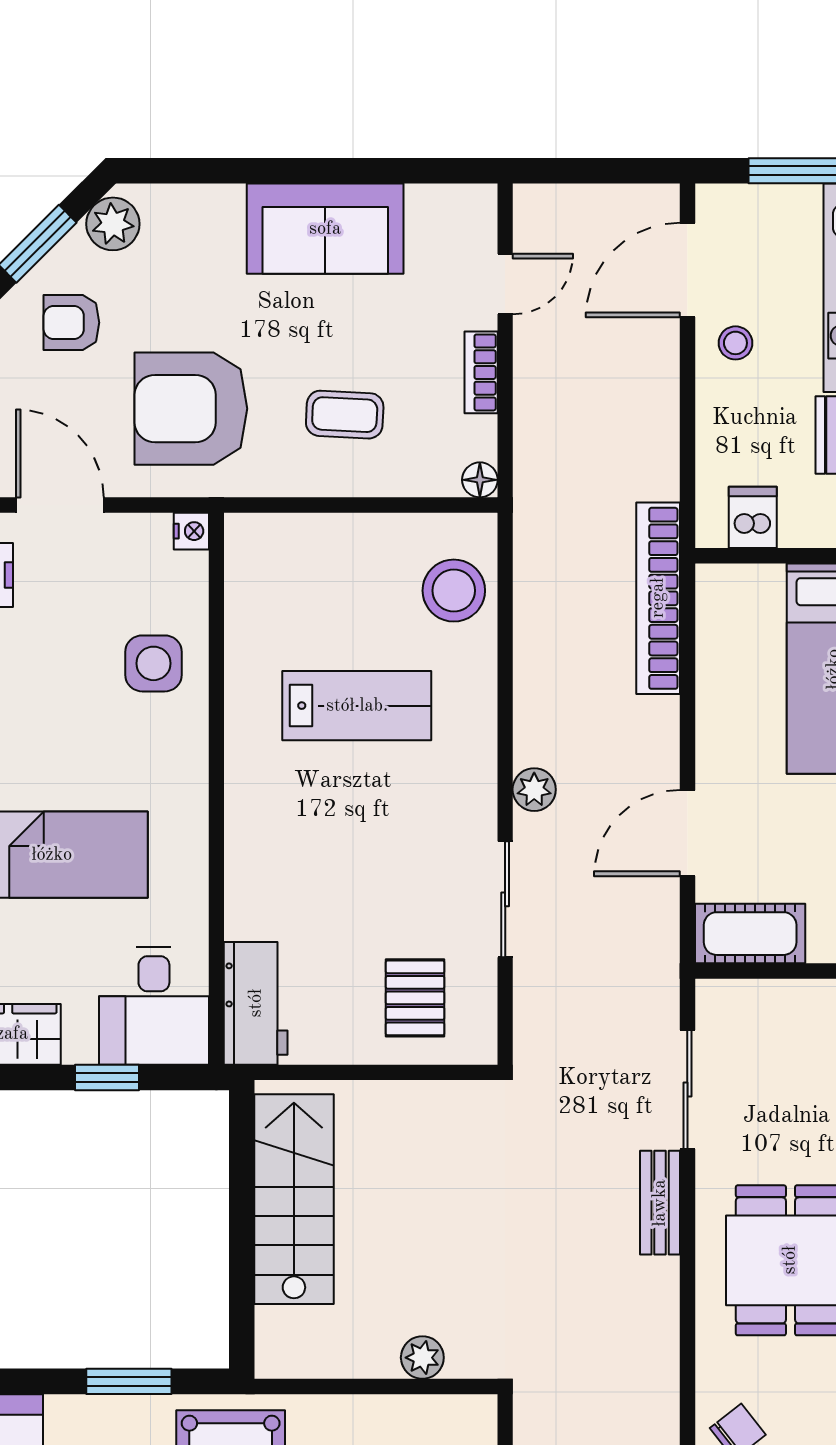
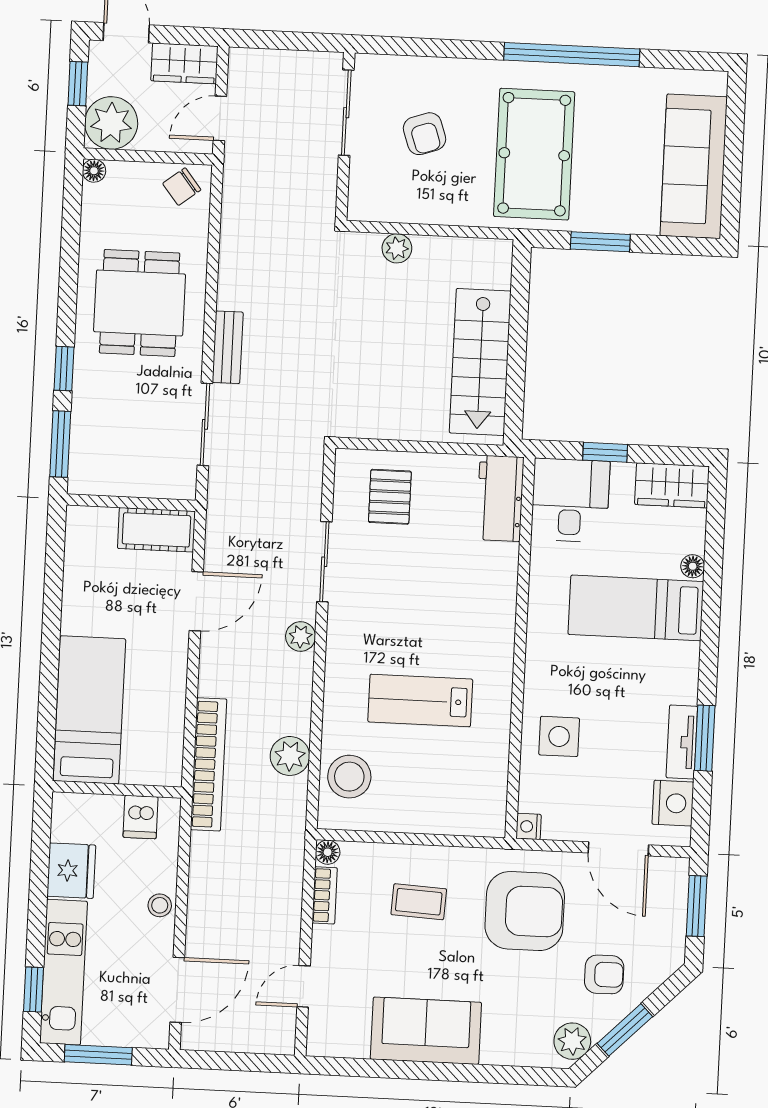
stool: (735, 343) -> (160, 905), moved
bookcase: (481, 372) -> (325, 895), moved
plant: (541, 616) -> (290, 756), added

